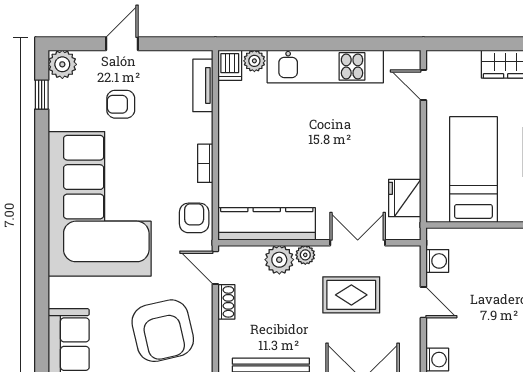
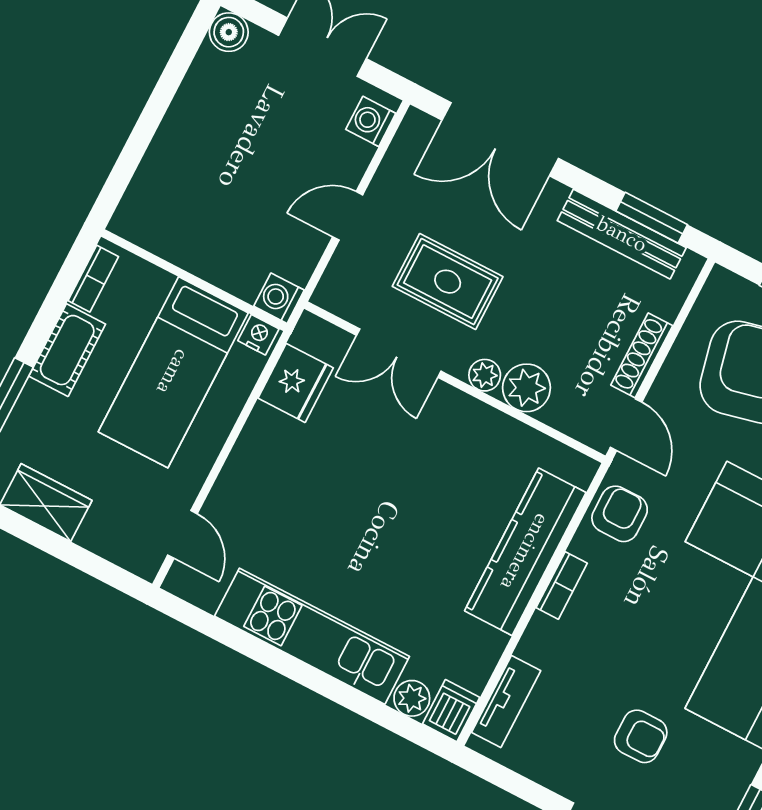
nightstand: (438, 214) -> (258, 335), added
armchair: (194, 218) -> (620, 514), turned 180
kitchen counter: (267, 224) -> (525, 552), moved, turned 90
washing machine: (437, 261) -> (279, 298), moved
shoe rack: (226, 302) -> (642, 355), width x1.43
door: (423, 302) -> (348, 216), hinge flipped

